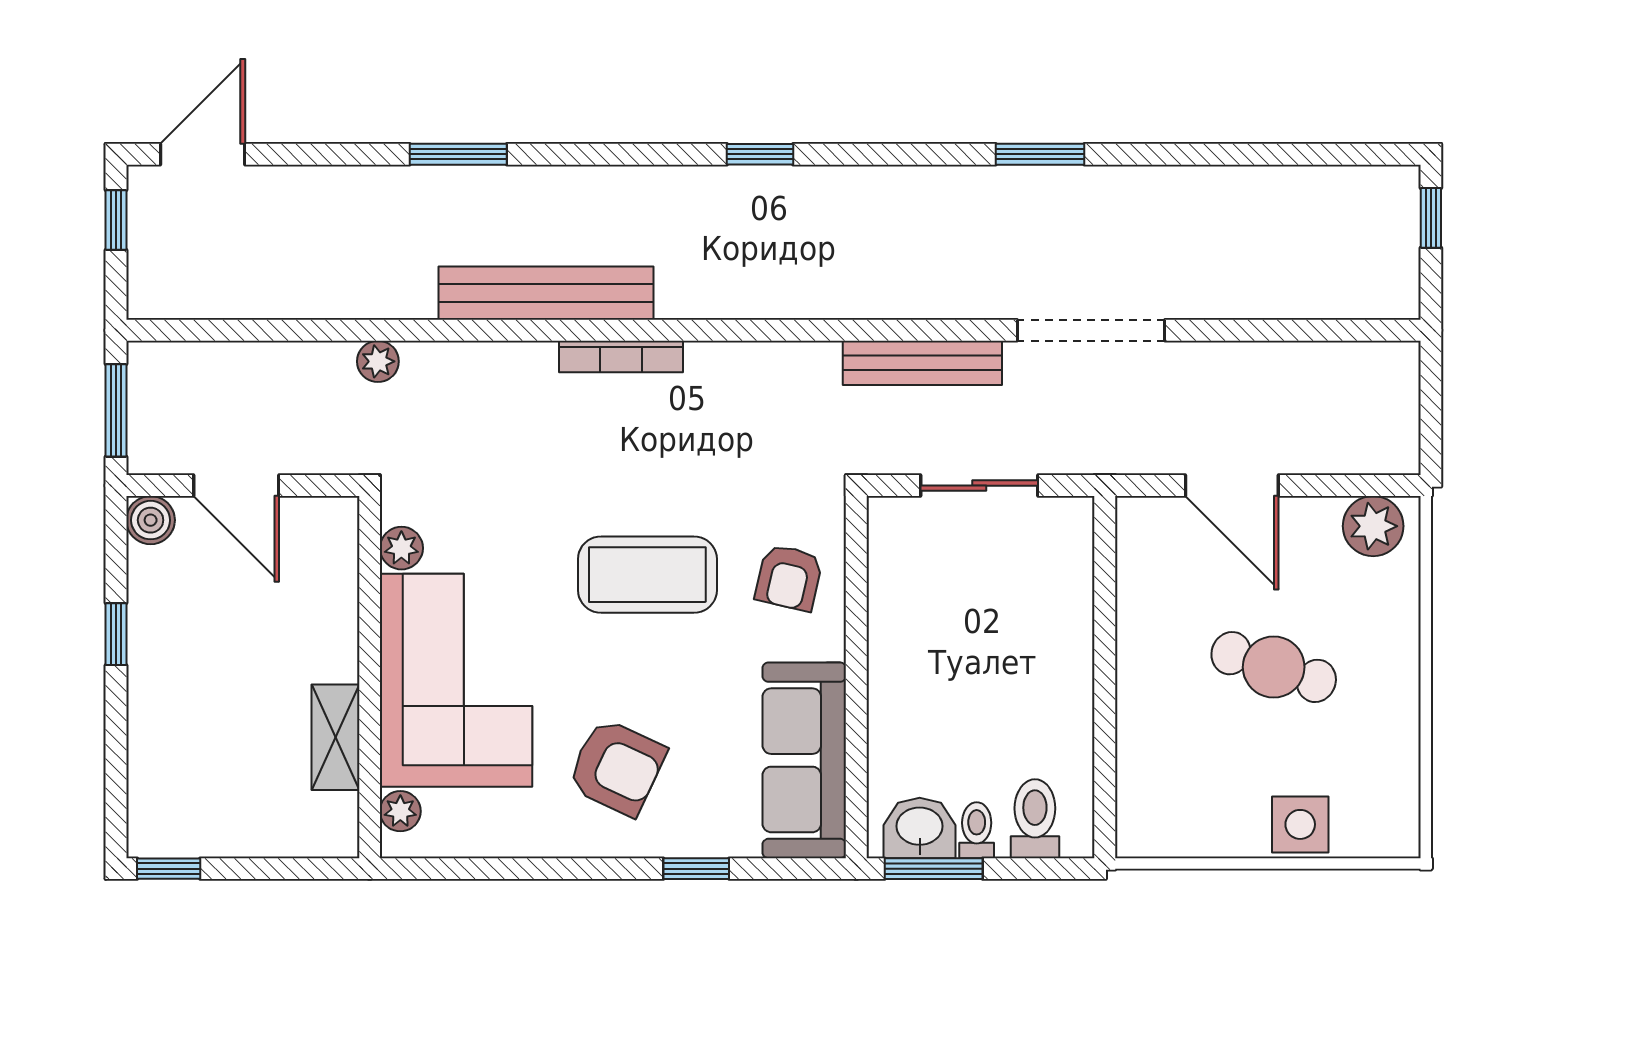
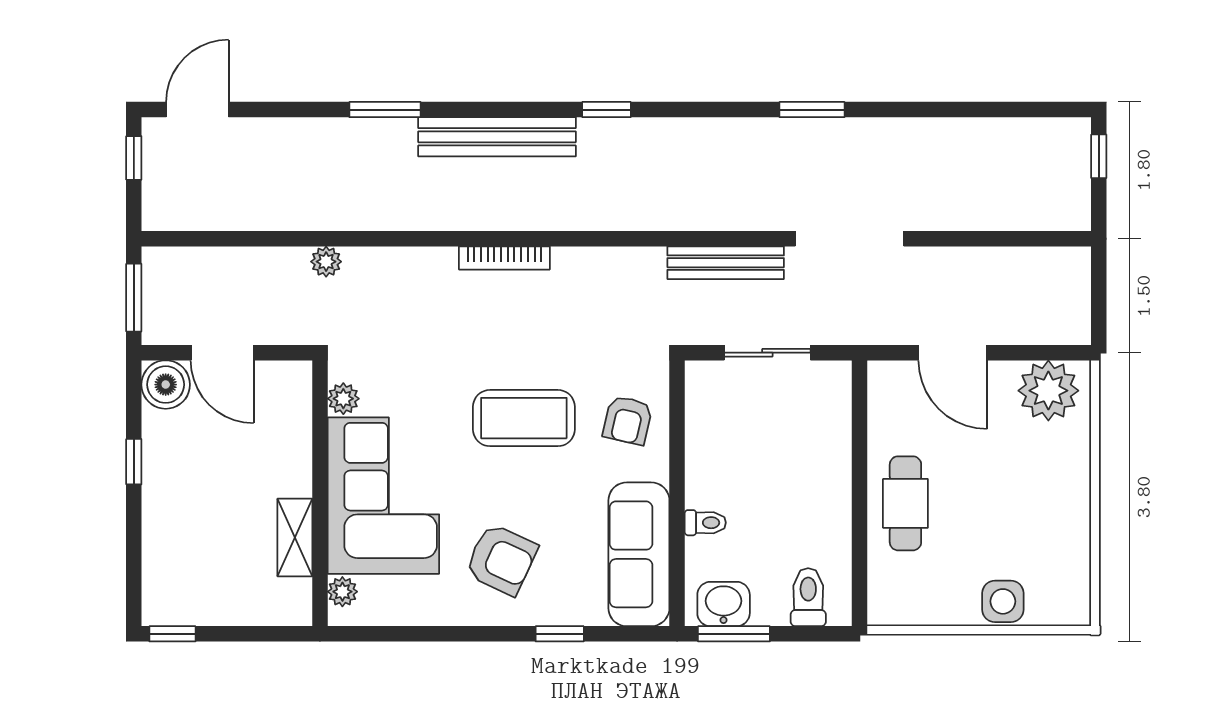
bench: (546, 293) -> (497, 137), moved
boiler: (151, 520) -> (166, 385), width x1.36, depth x1.36
plant: (1373, 526) -> (1048, 391), width x1.36, depth x1.36
cafe table: (1274, 667) -> (905, 503), moved, turned 72
toilet: (977, 830) -> (705, 523), moved, turned 90

